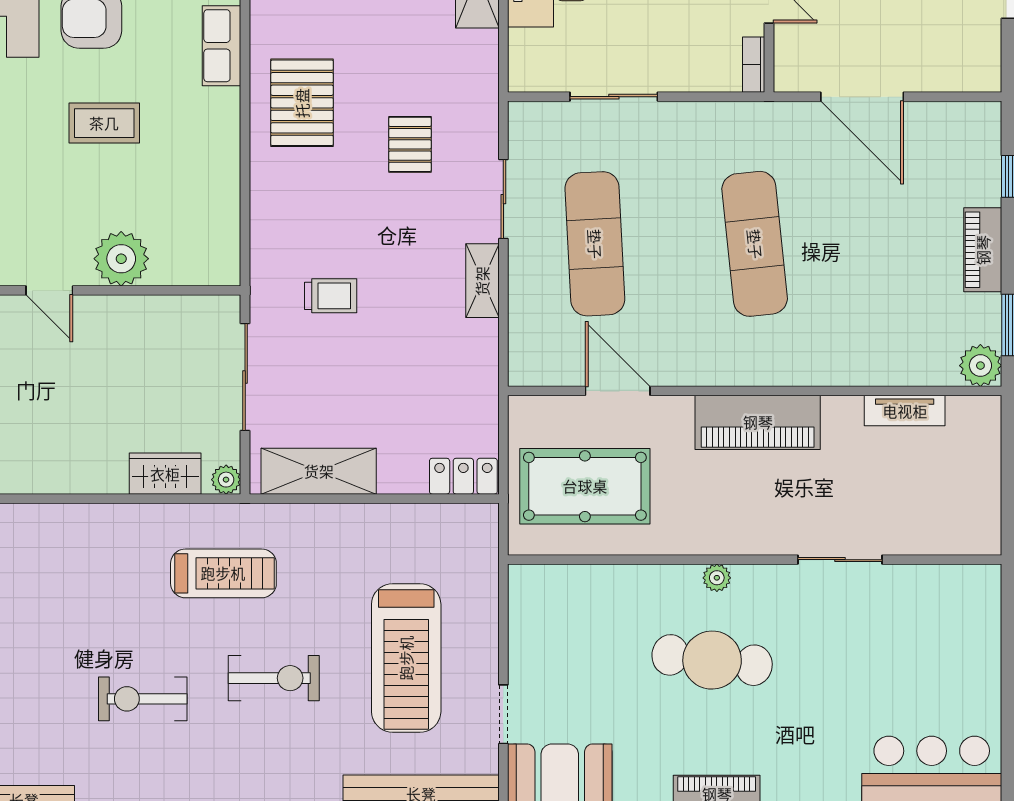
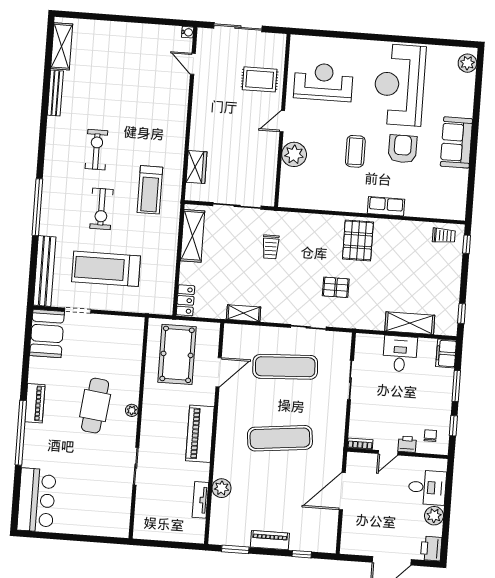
pallet: (302, 103) -> (358, 240), turned 90
shelving: (482, 281) -> (244, 313), moved
plant: (980, 366) -> (222, 488), moved
plant: (226, 480) -> (192, 194), removed

